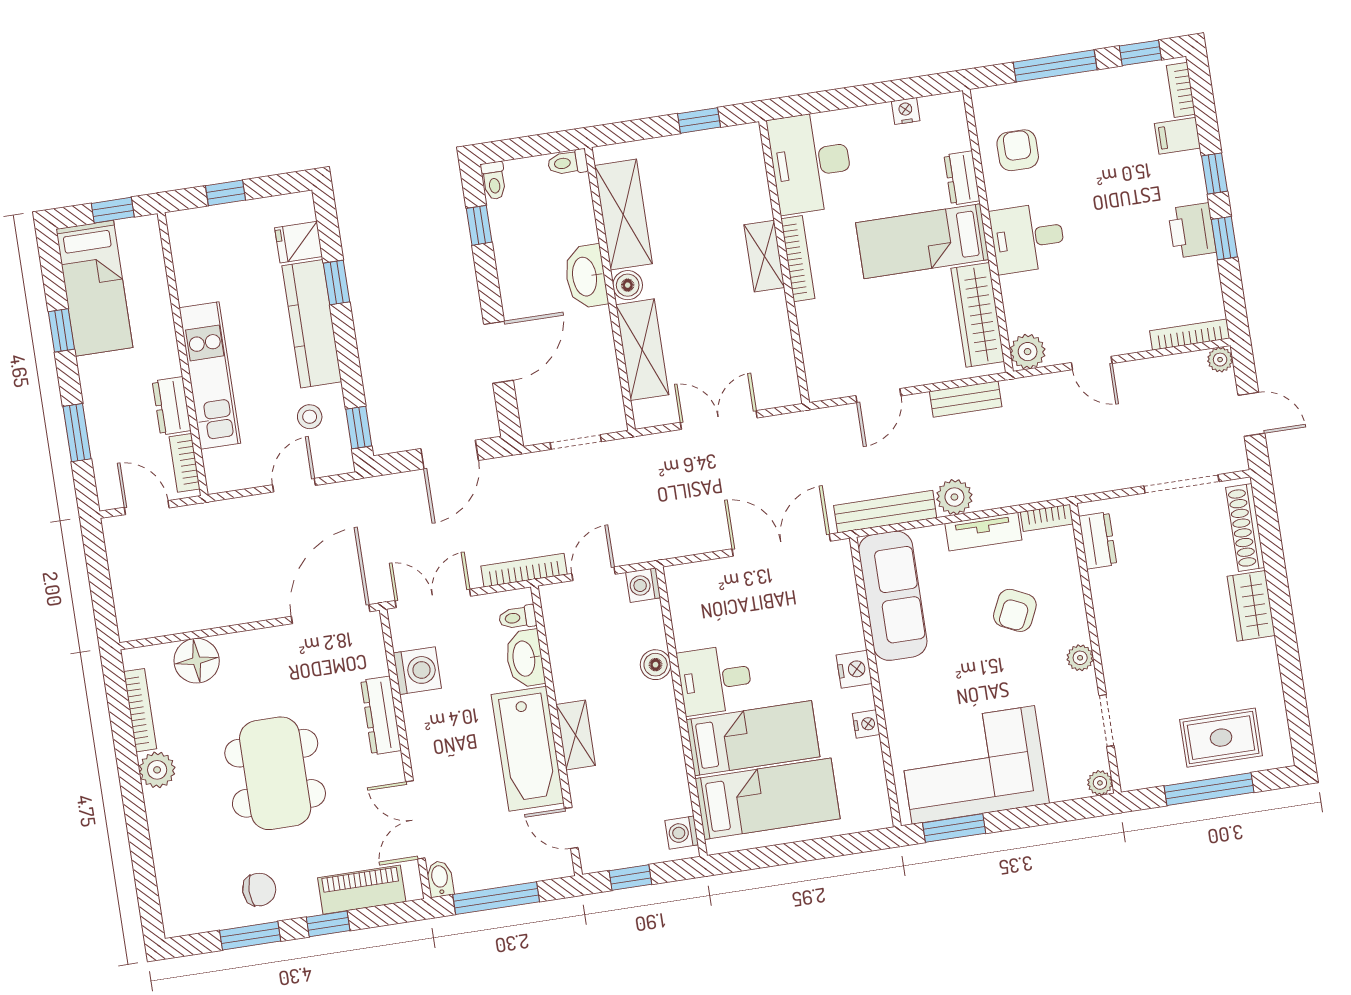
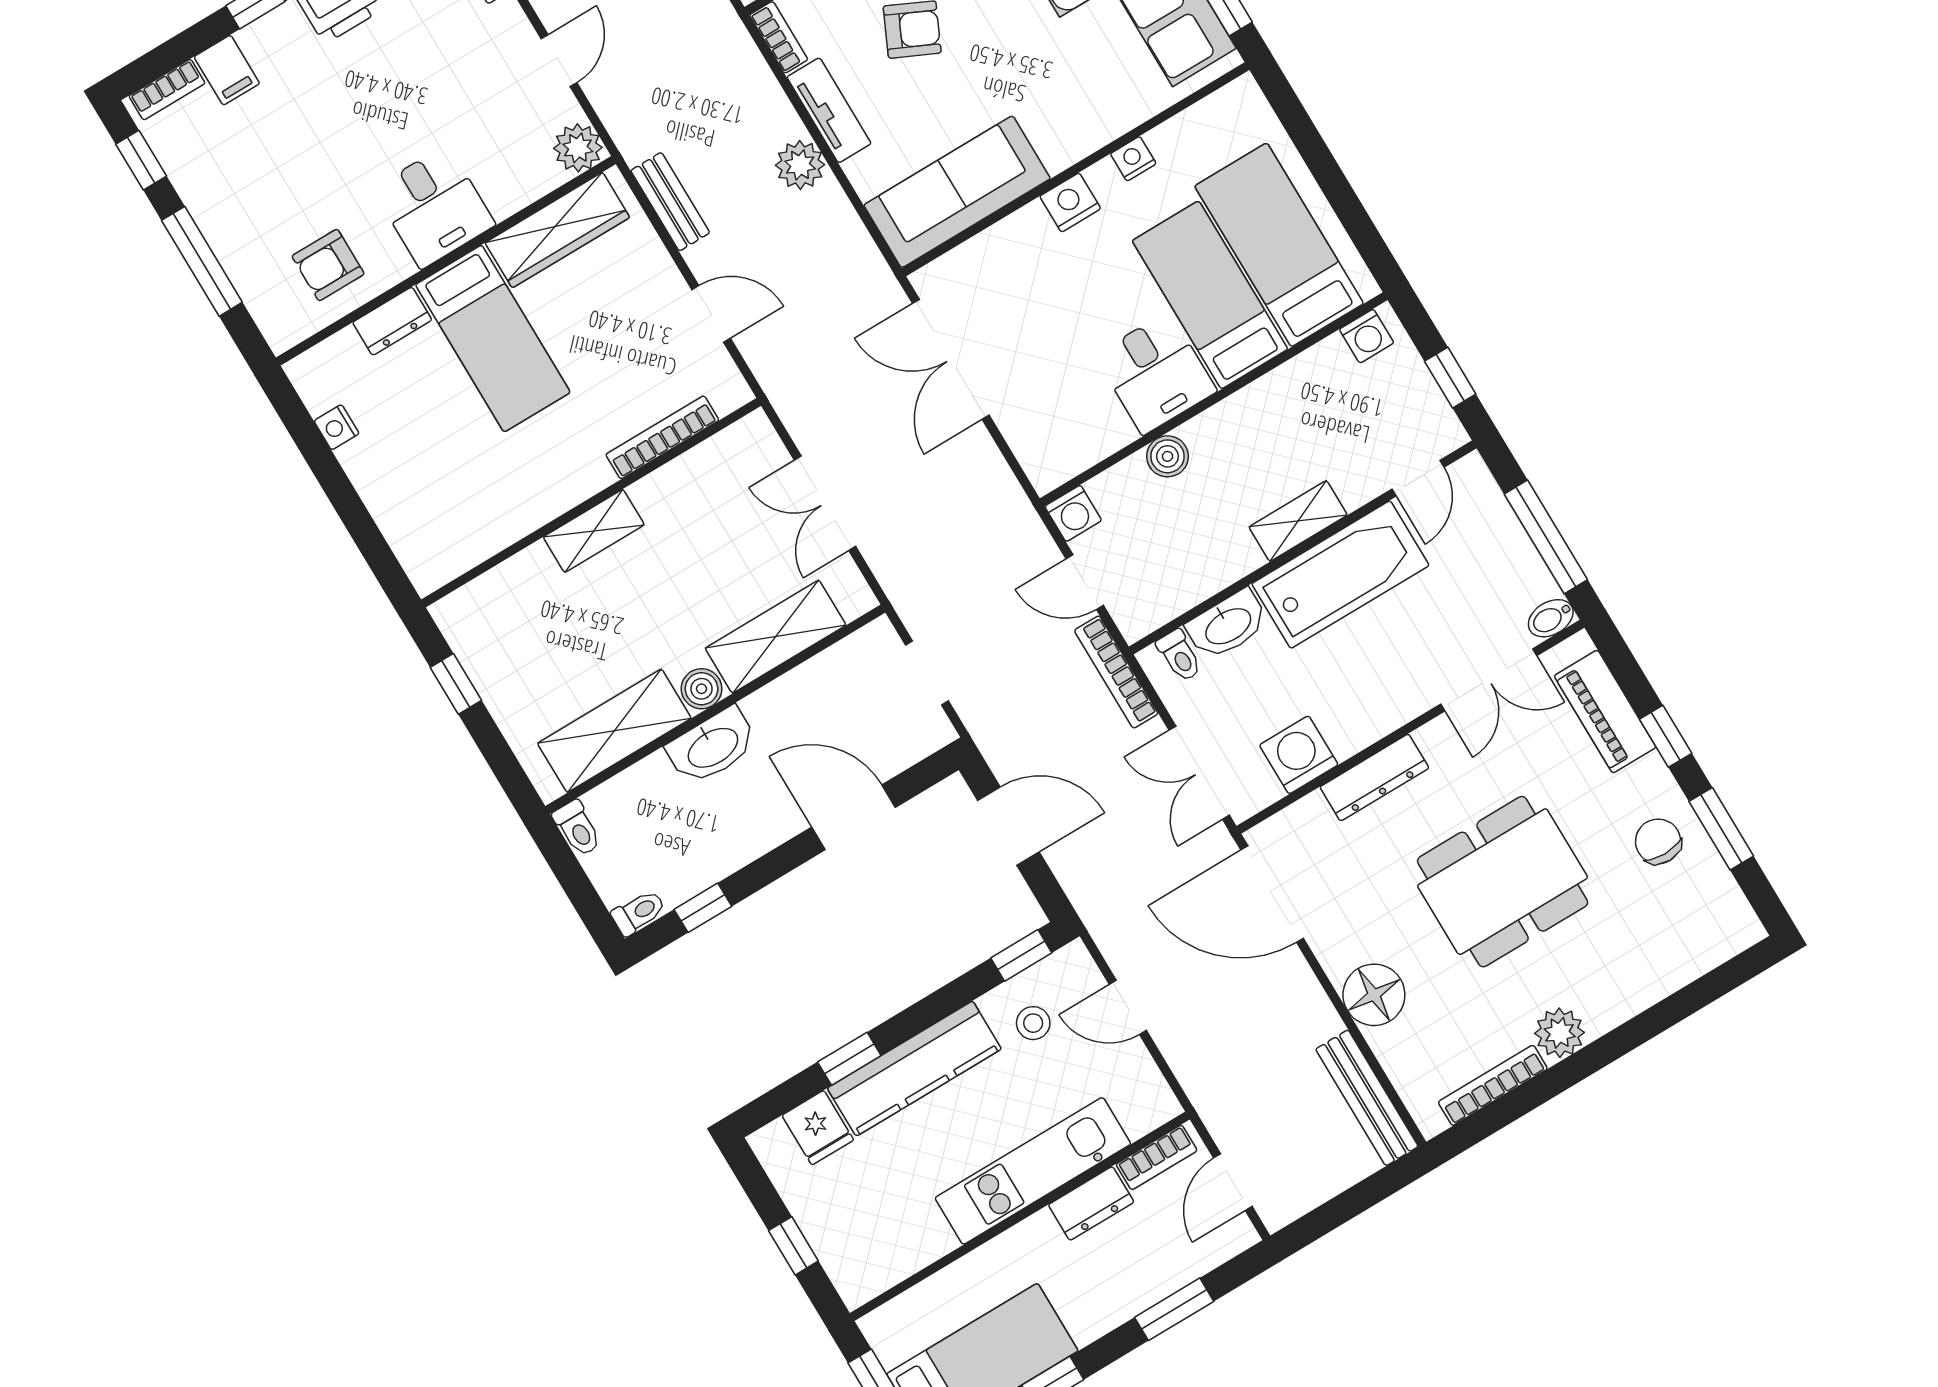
desk: (811, 162) -> (451, 521), removed
bookcase: (798, 259) -> (662, 437), moved
bench: (885, 512) -> (1367, 1098), moved
floor lamp: (197, 661) -> (1374, 995), moved

